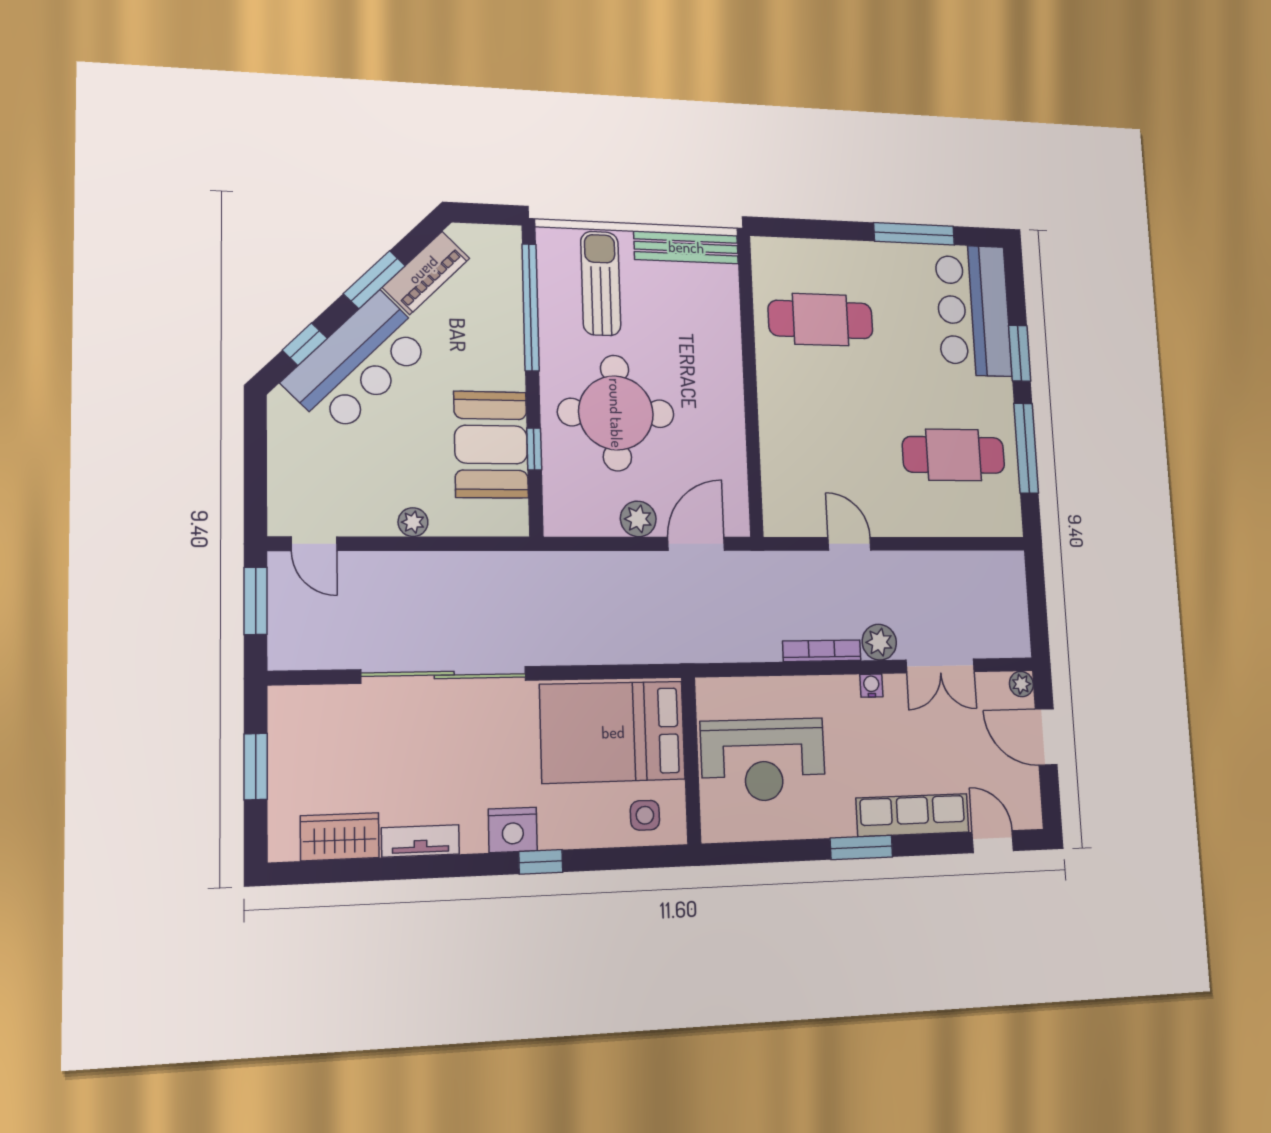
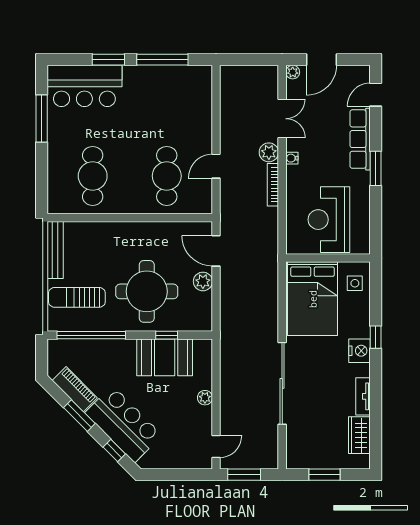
cafe table: (954, 455) -> (167, 176), moved
reception desk: (763, 760) -> (329, 220), turned 180

